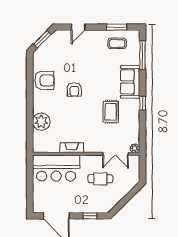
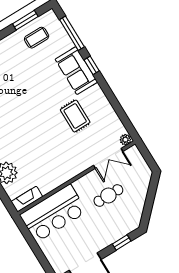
armchair: (74, 89) -> (21, 116), removed
window: (143, 103) -> (92, 65), moved
fireplace: (72, 148) -> (27, 199), moved

